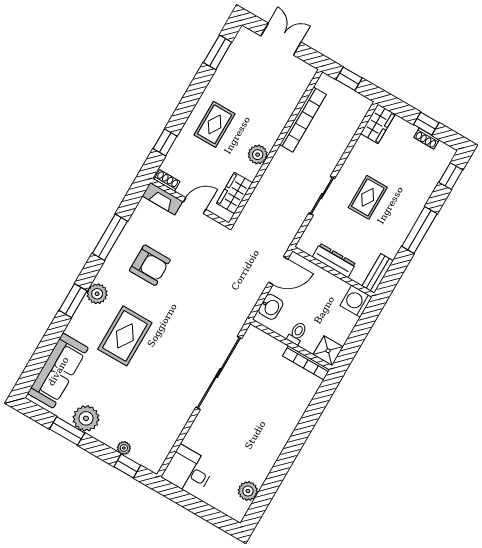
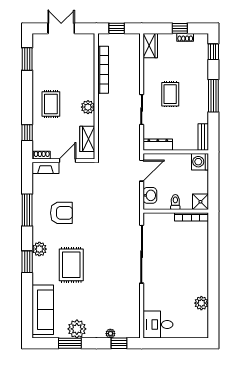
dresser: (334, 260) -> (158, 145), moved
plant: (248, 491) -> (201, 303), moved

